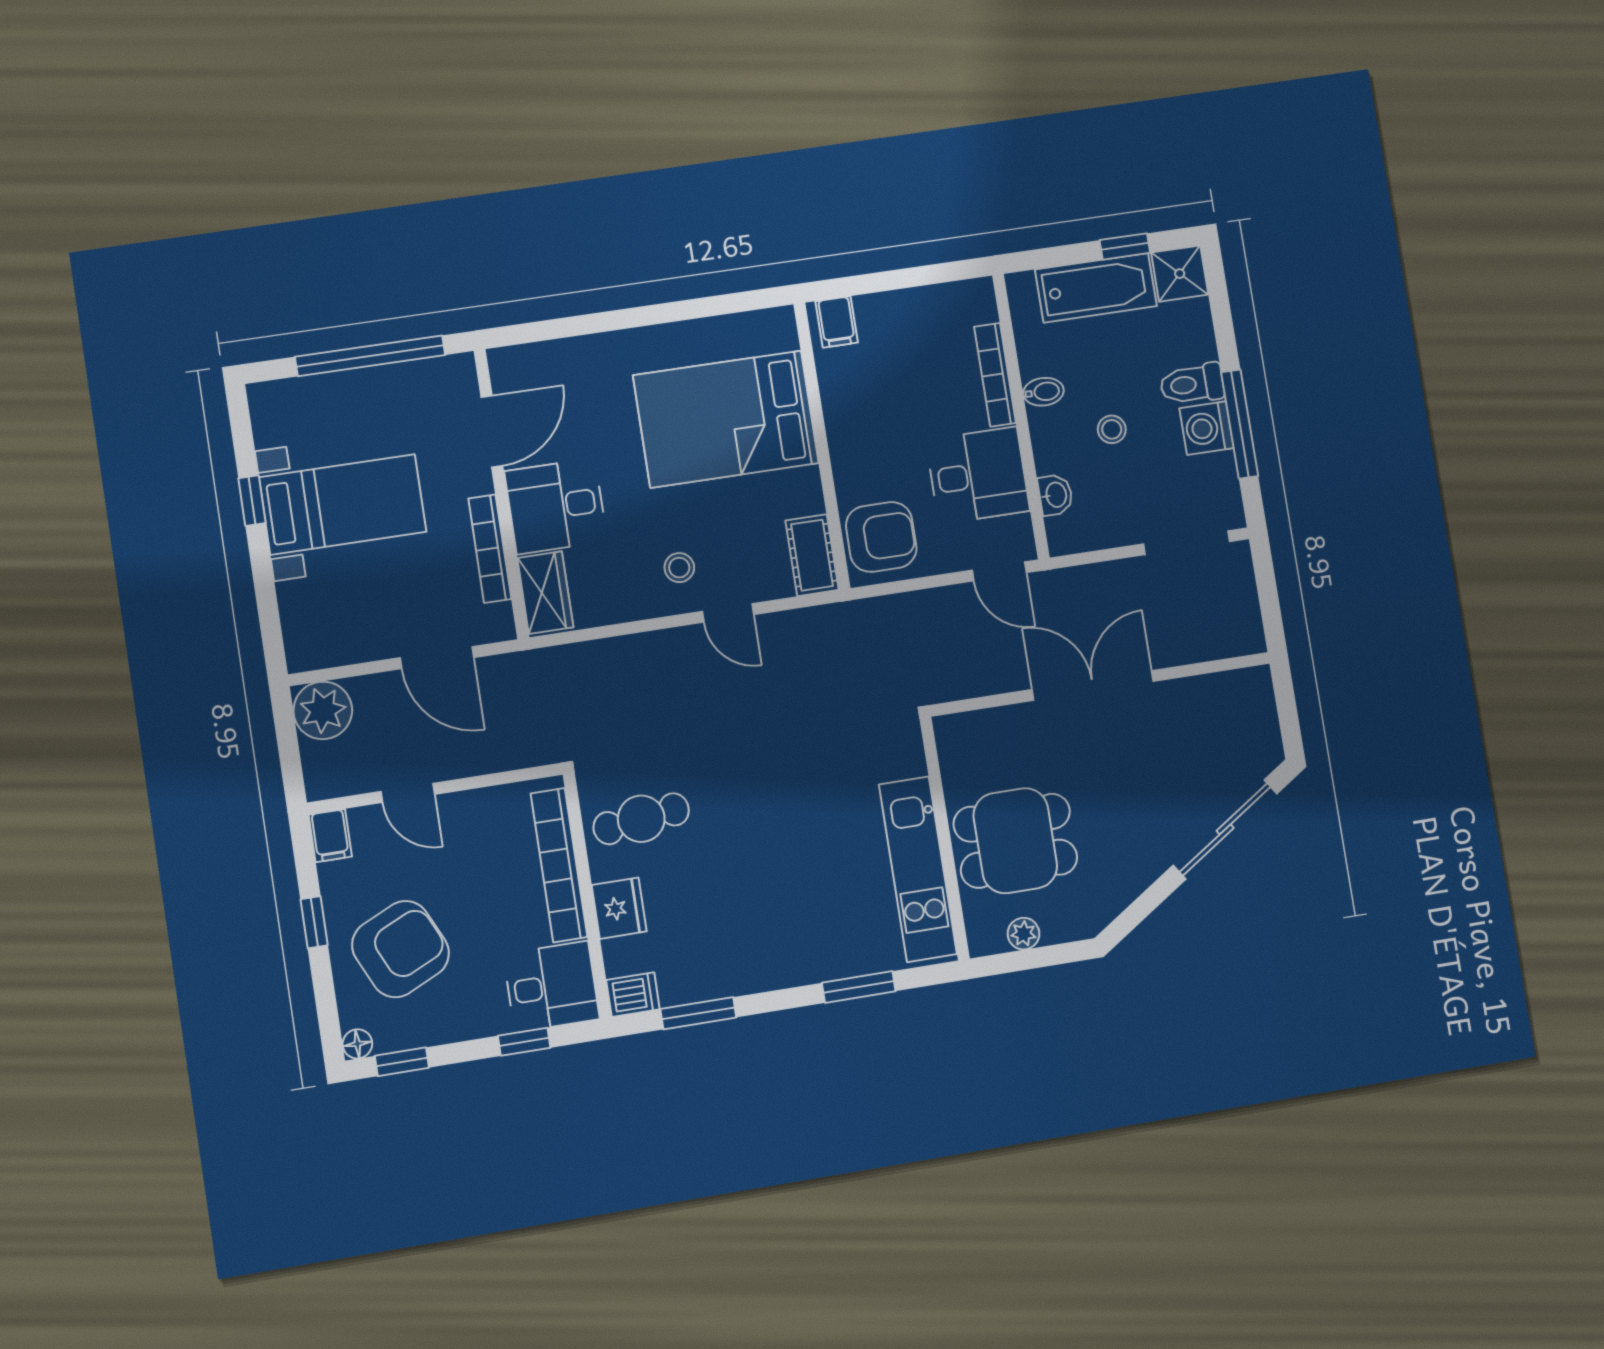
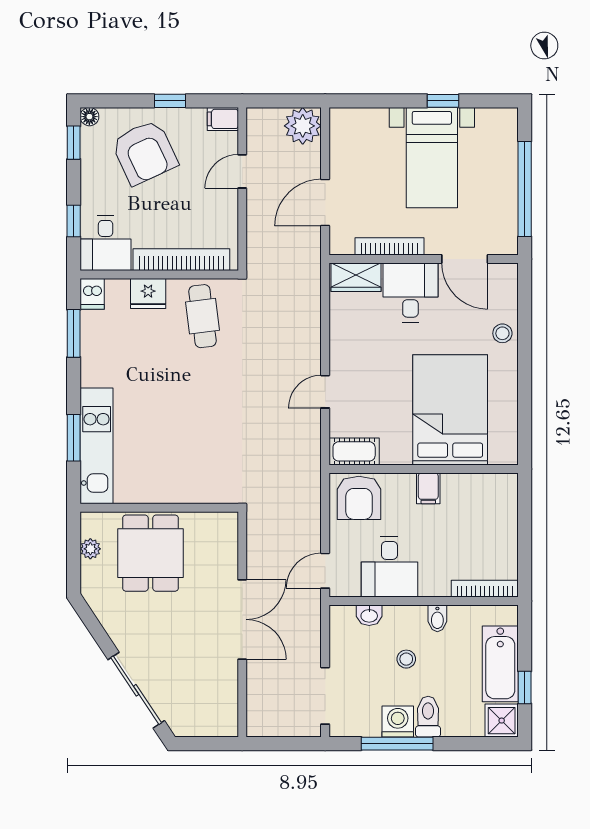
filing cabinet: (837, 322) -> (428, 488), moved, turned -90
bookcase: (995, 375) -> (485, 589), moved
stool: (679, 568) -> (502, 333), moved
kitchen unit: (918, 869) -> (97, 446), moved, turned 90

